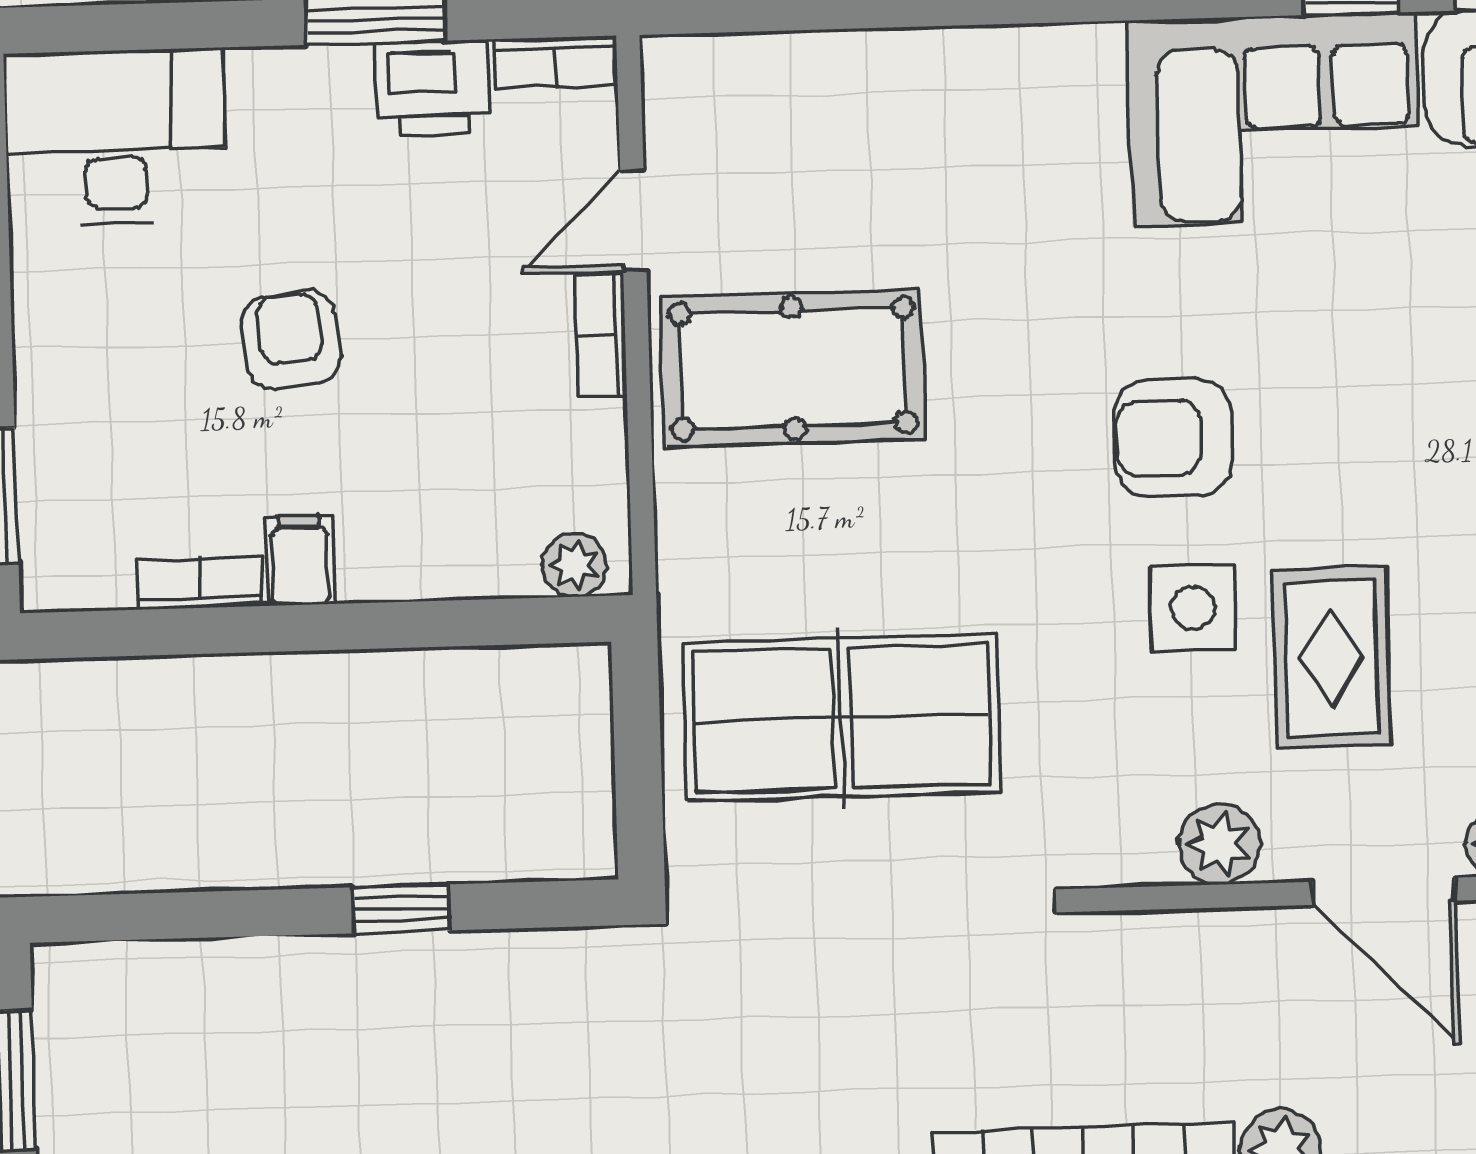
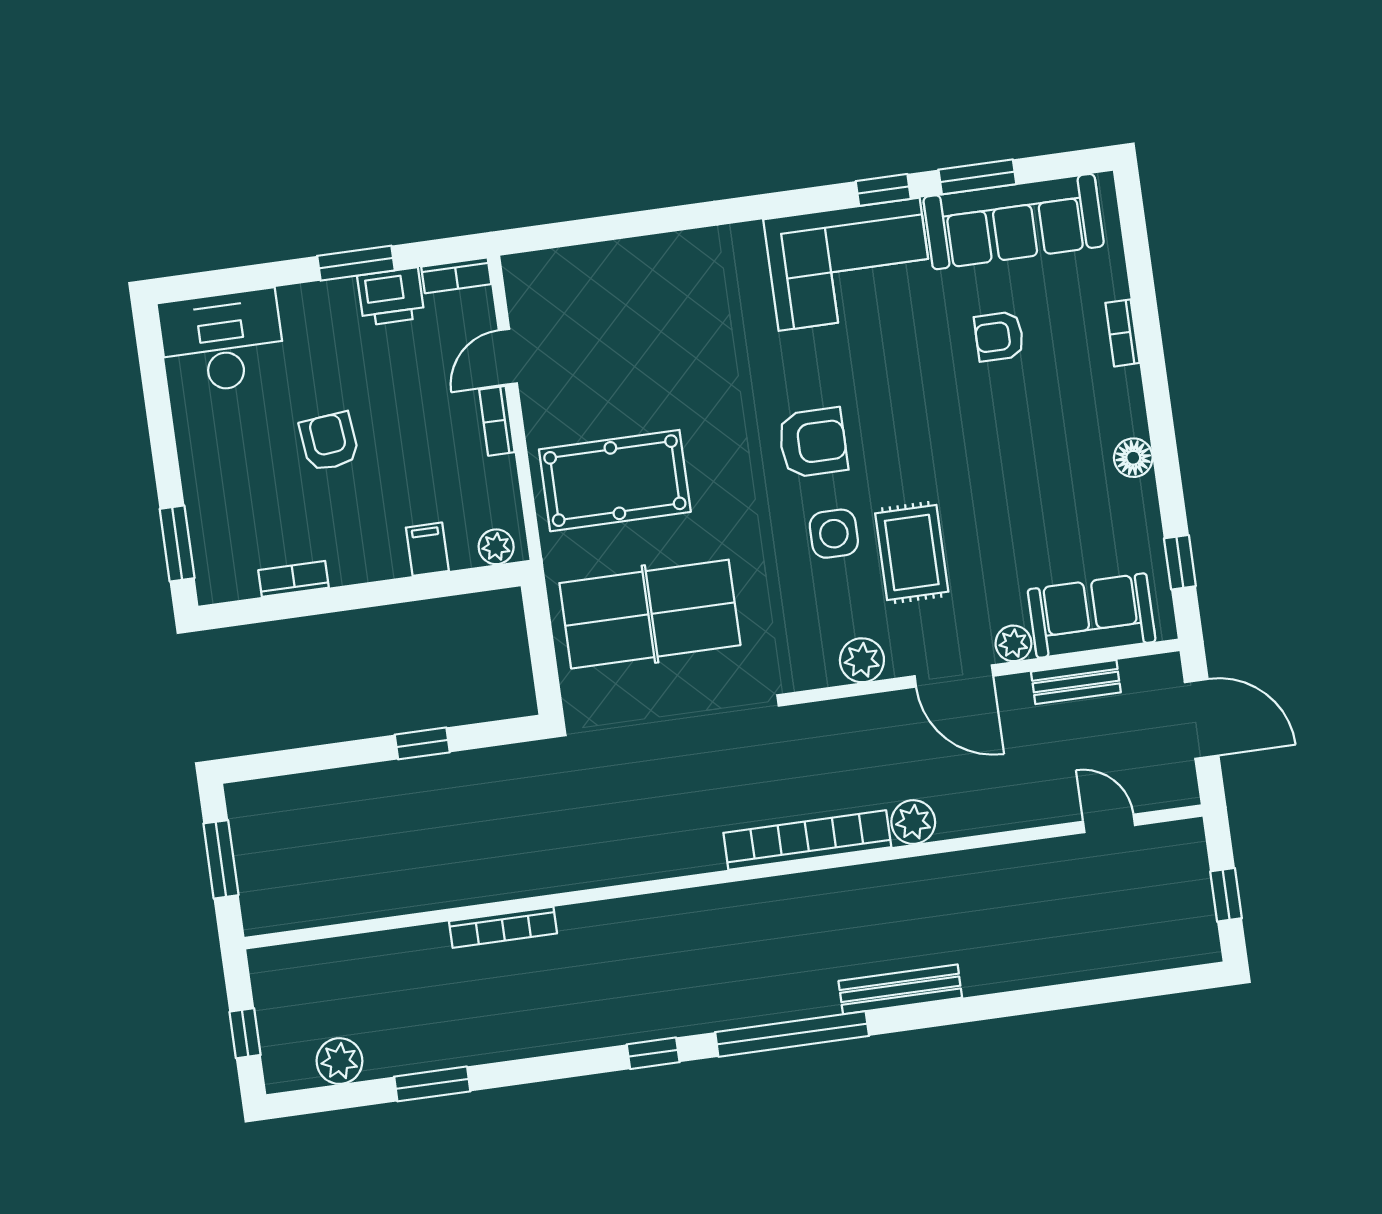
pool table: (793, 368) -> (615, 481), moved
armchair: (1173, 438) -> (813, 443), turned 180
filing cabinet: (300, 560) -> (427, 549), moved

